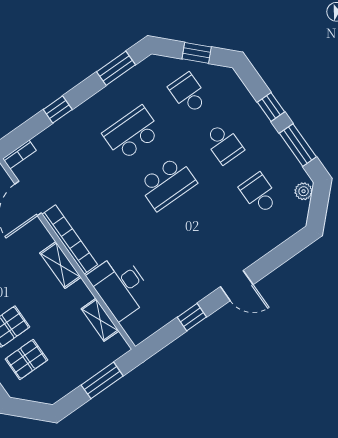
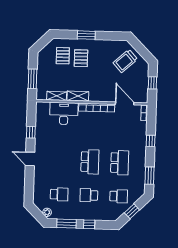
school desk: (167, 183) -> (90, 162), turned 180
shelving: (60, 265) -> (78, 96), moved
door: (237, 286) -> (30, 159), hinge flipped

